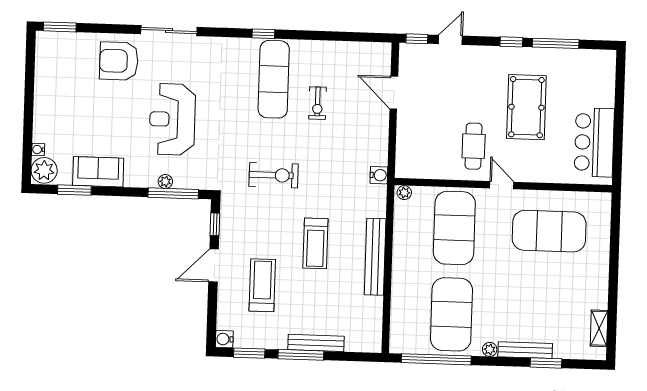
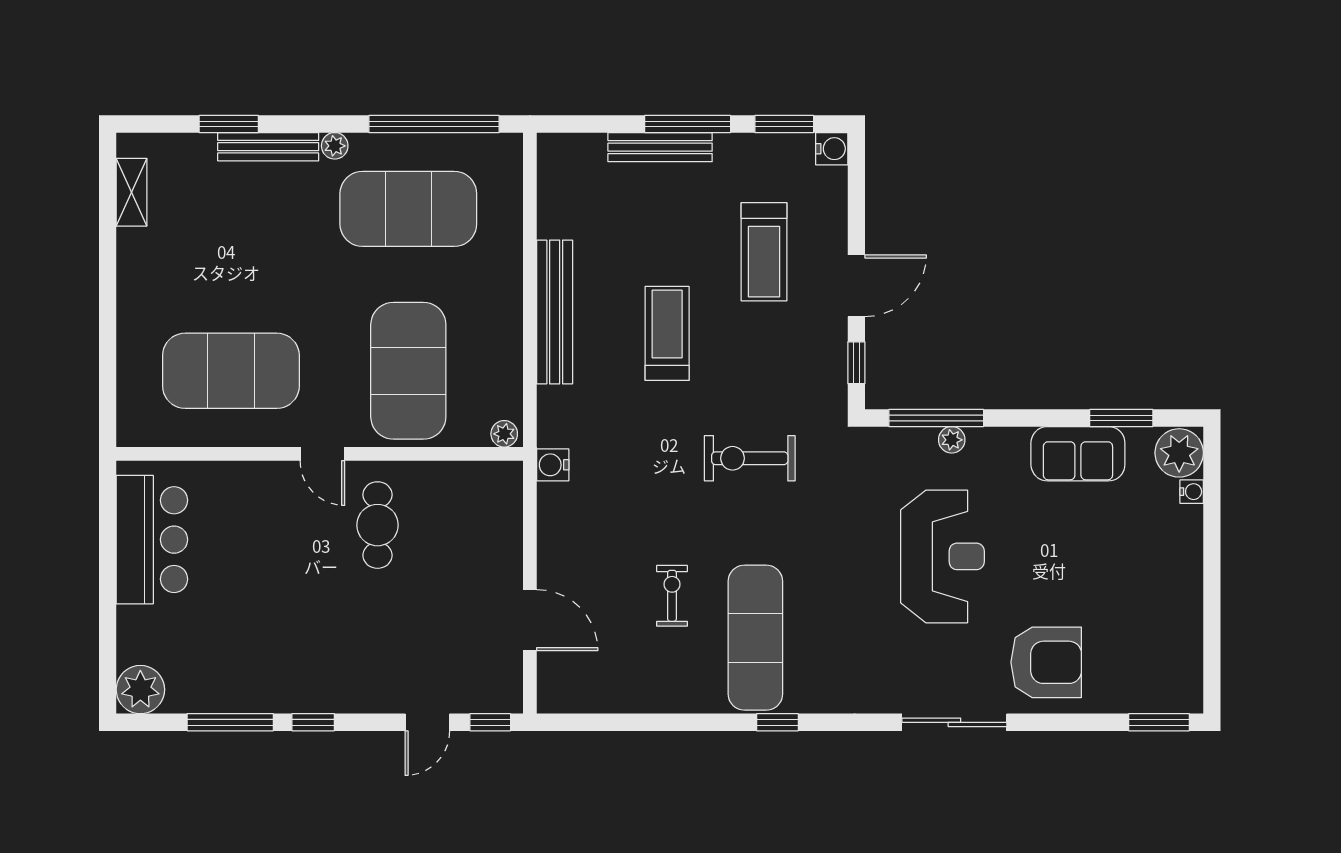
plant: (603, 62) -> (140, 690), added
pool table: (526, 107) -> (281, 601), removed
exercise mat: (451, 314) -> (408, 209), turned 90

